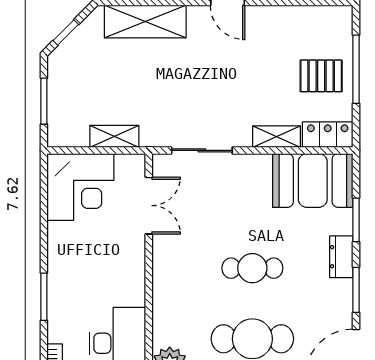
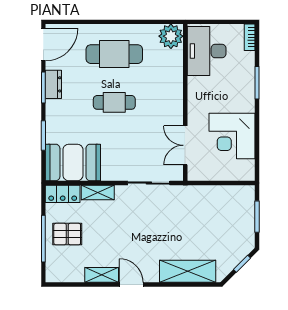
shelving: (114, 136) -> (102, 275), moved
corner desk: (80, 187) -> (232, 136), moved, turned -90
dresser: (341, 257) -> (53, 84), moved

